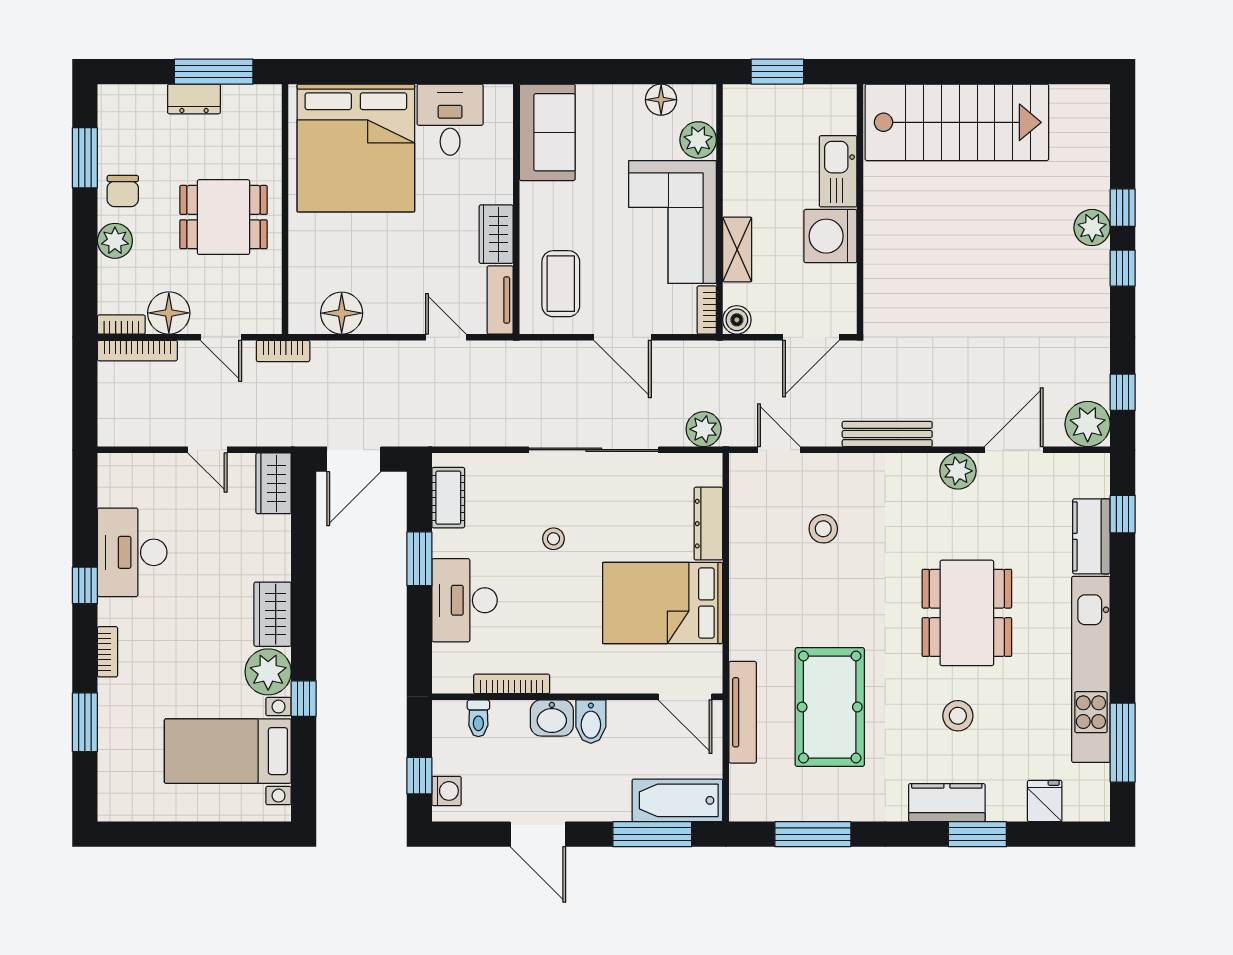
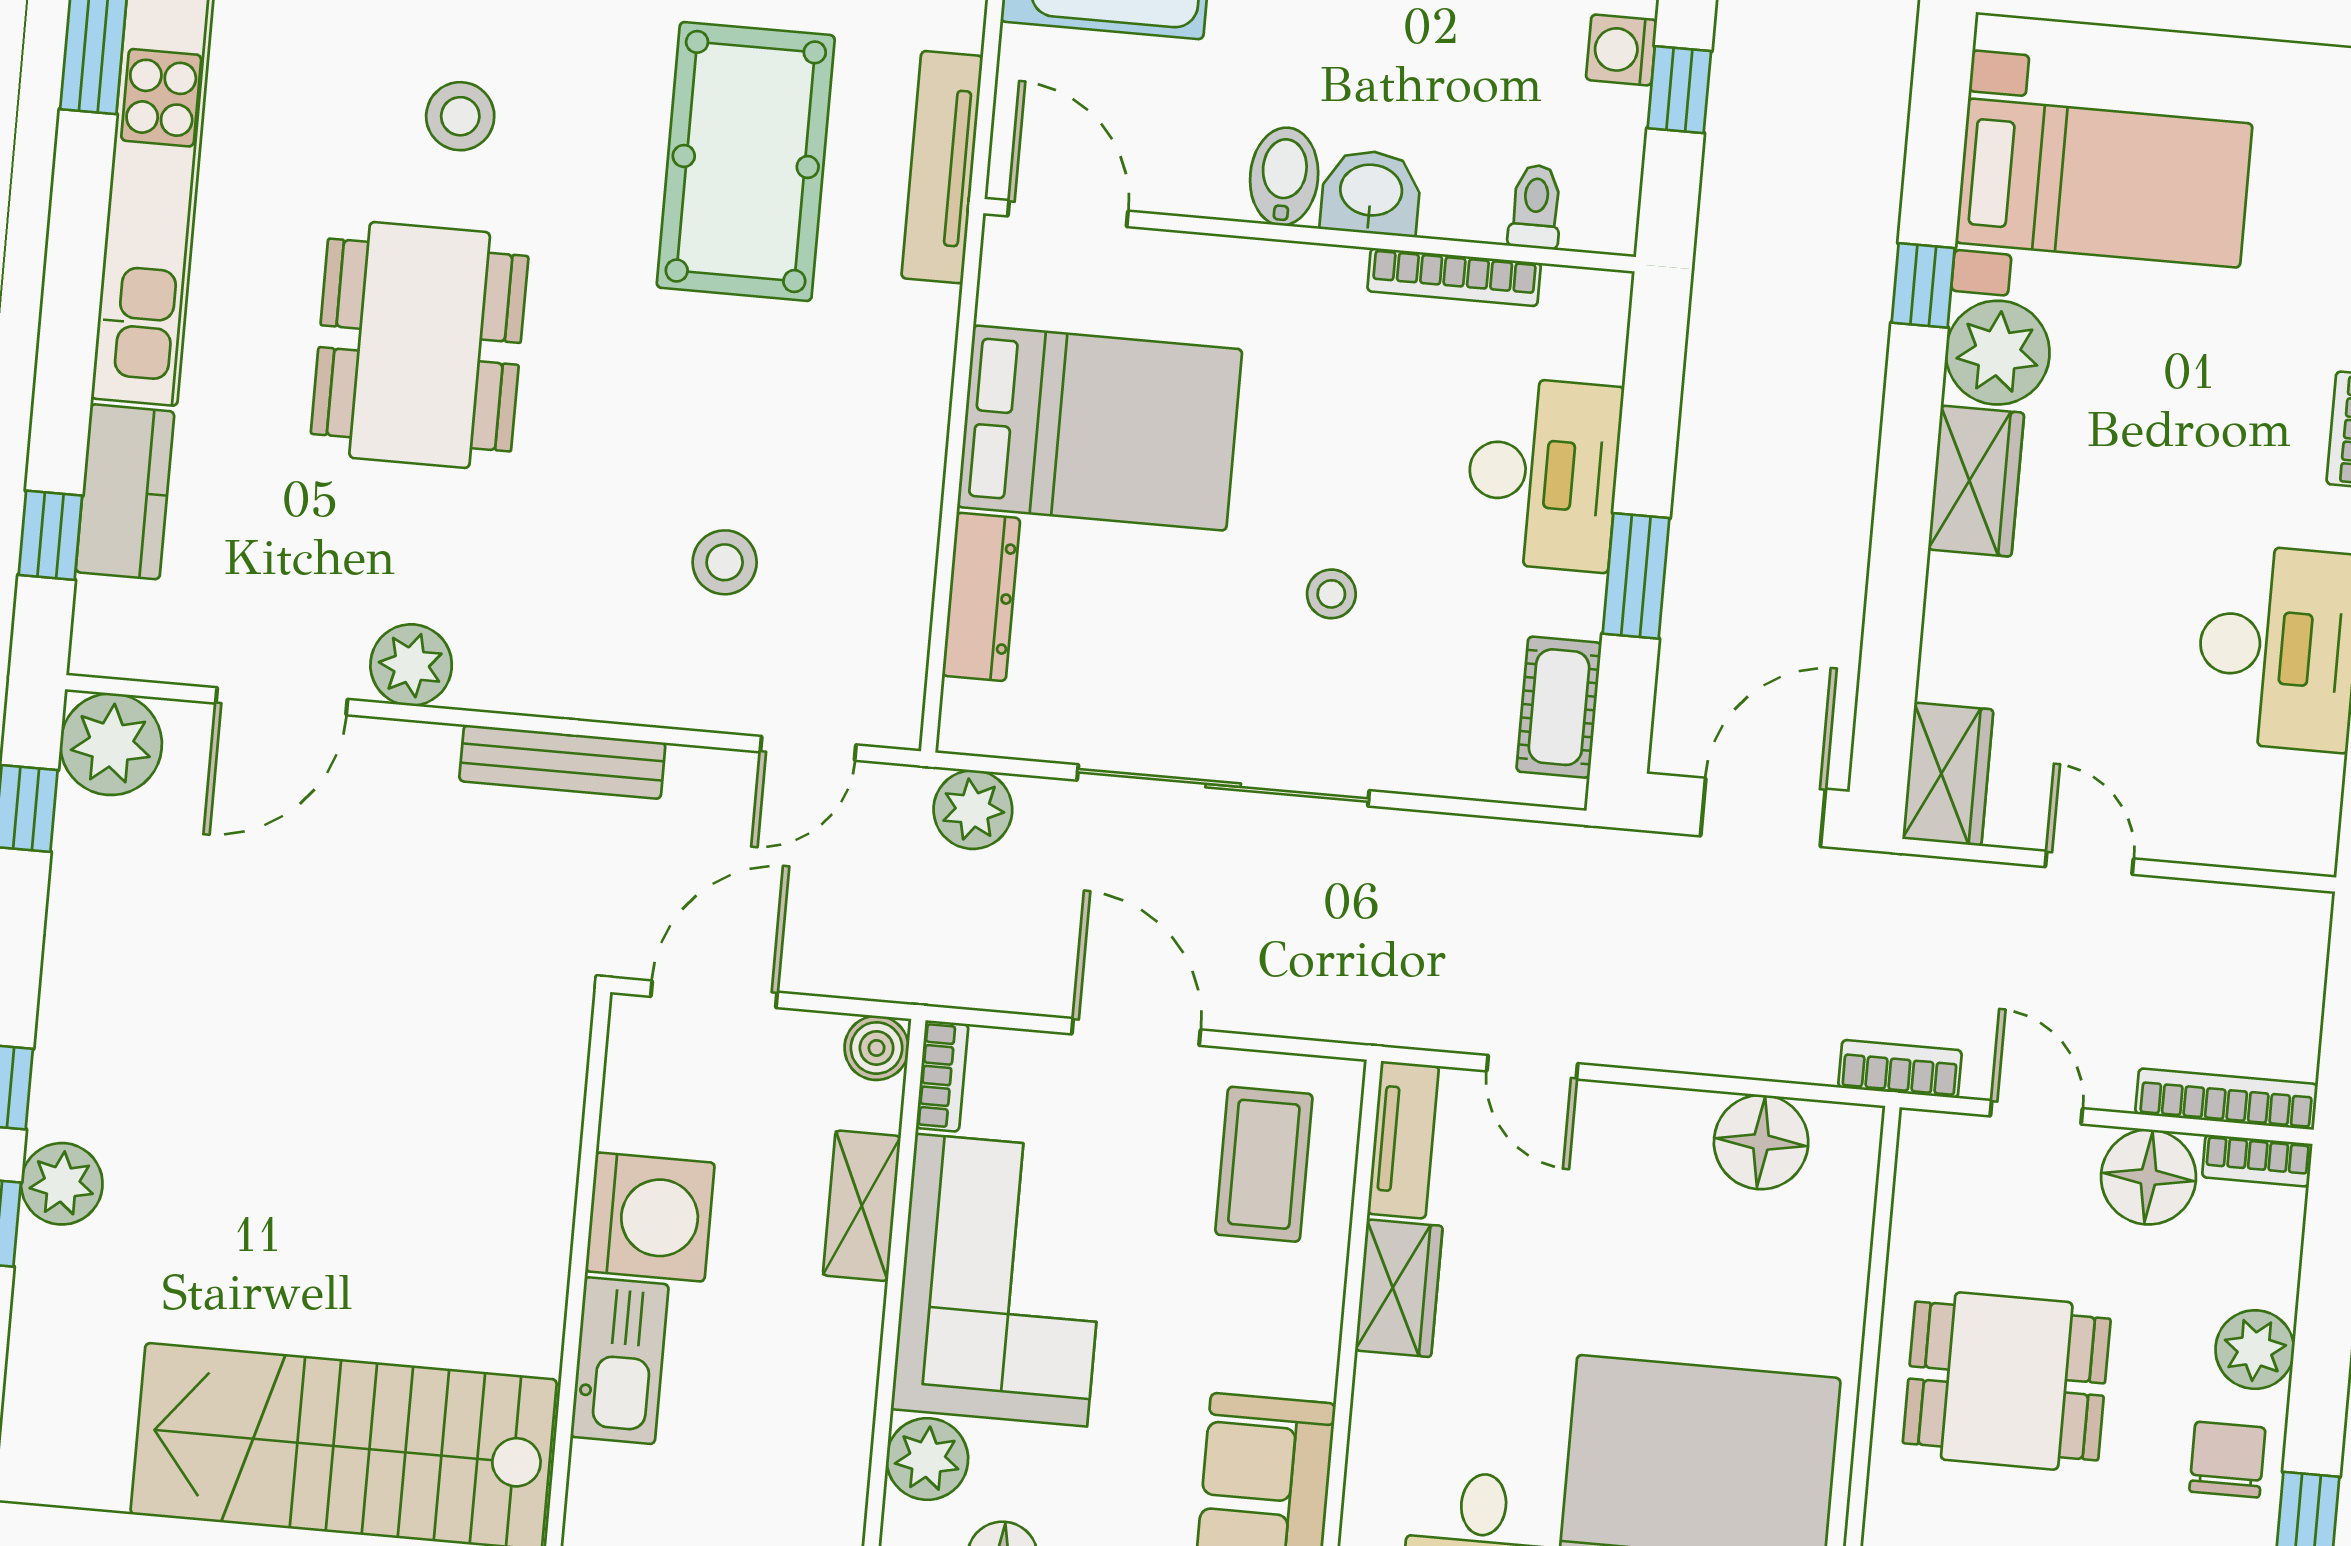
door: (779, 450) -> (808, 748), hinge flipped

